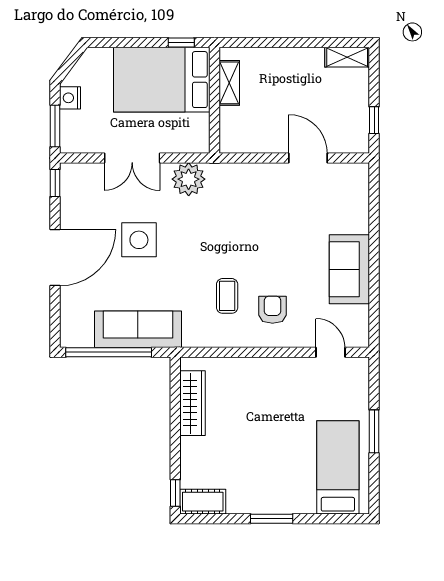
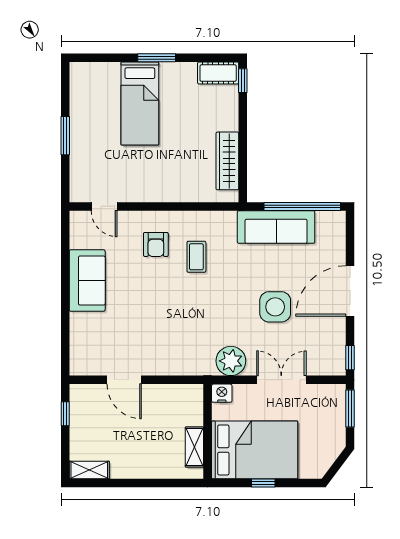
window: (181, 42) -> (263, 483), moved
nightstand: (70, 98) -> (222, 393), moved, turned -90
bed: (338, 467) -> (140, 104), moved

